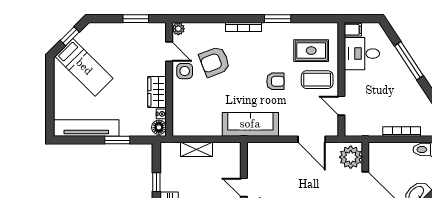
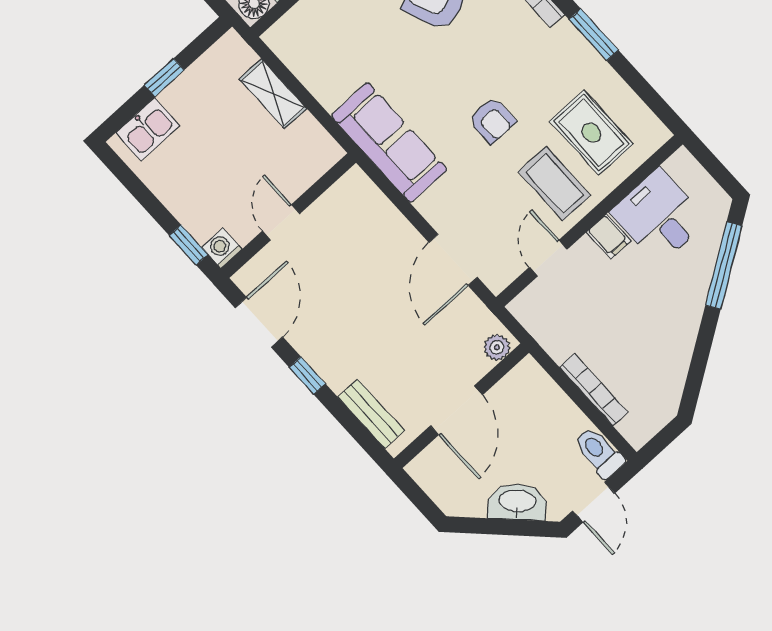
filing cabinet: (353, 30) -> (609, 236), moved
window: (409, 61) -> (724, 266), moved
plant: (351, 157) -> (497, 347), width x0.53, depth x0.53

